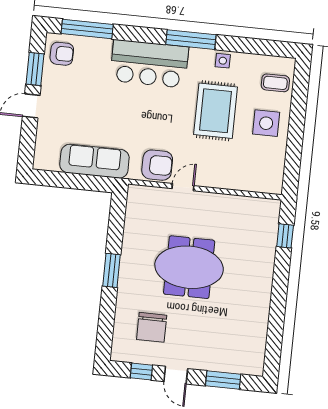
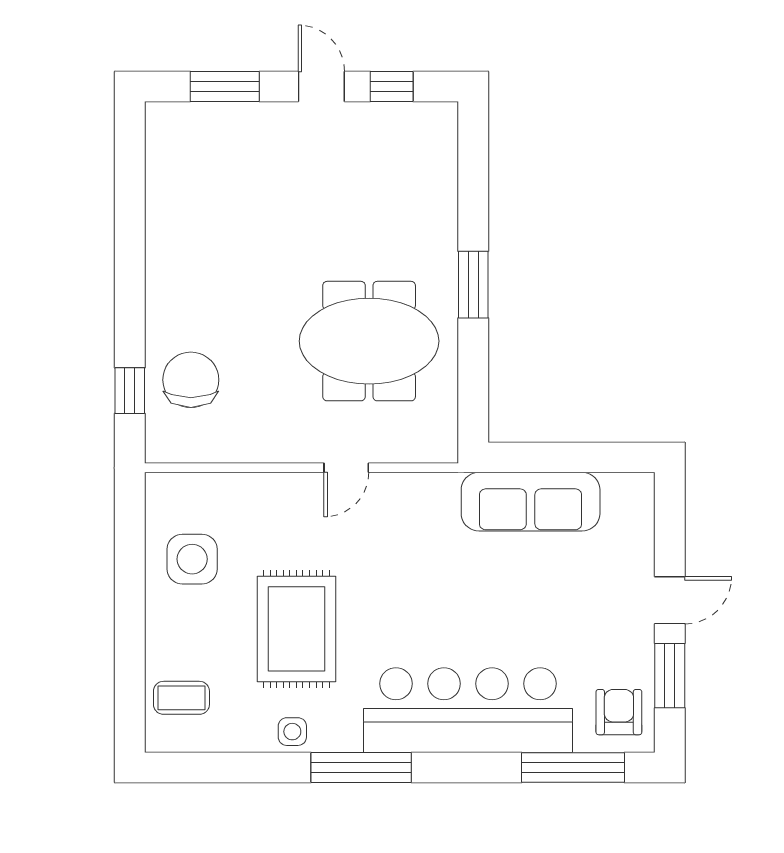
armchair: (62, 54) -> (619, 712), turned 90
bar counter: (149, 64) -> (468, 710), width x1.36
side table: (266, 123) -> (192, 559), moved
armchair: (157, 165) -> (403, 507), removed
meeting table: (189, 267) -> (369, 341), moved
chair: (152, 327) -> (191, 380), moved

